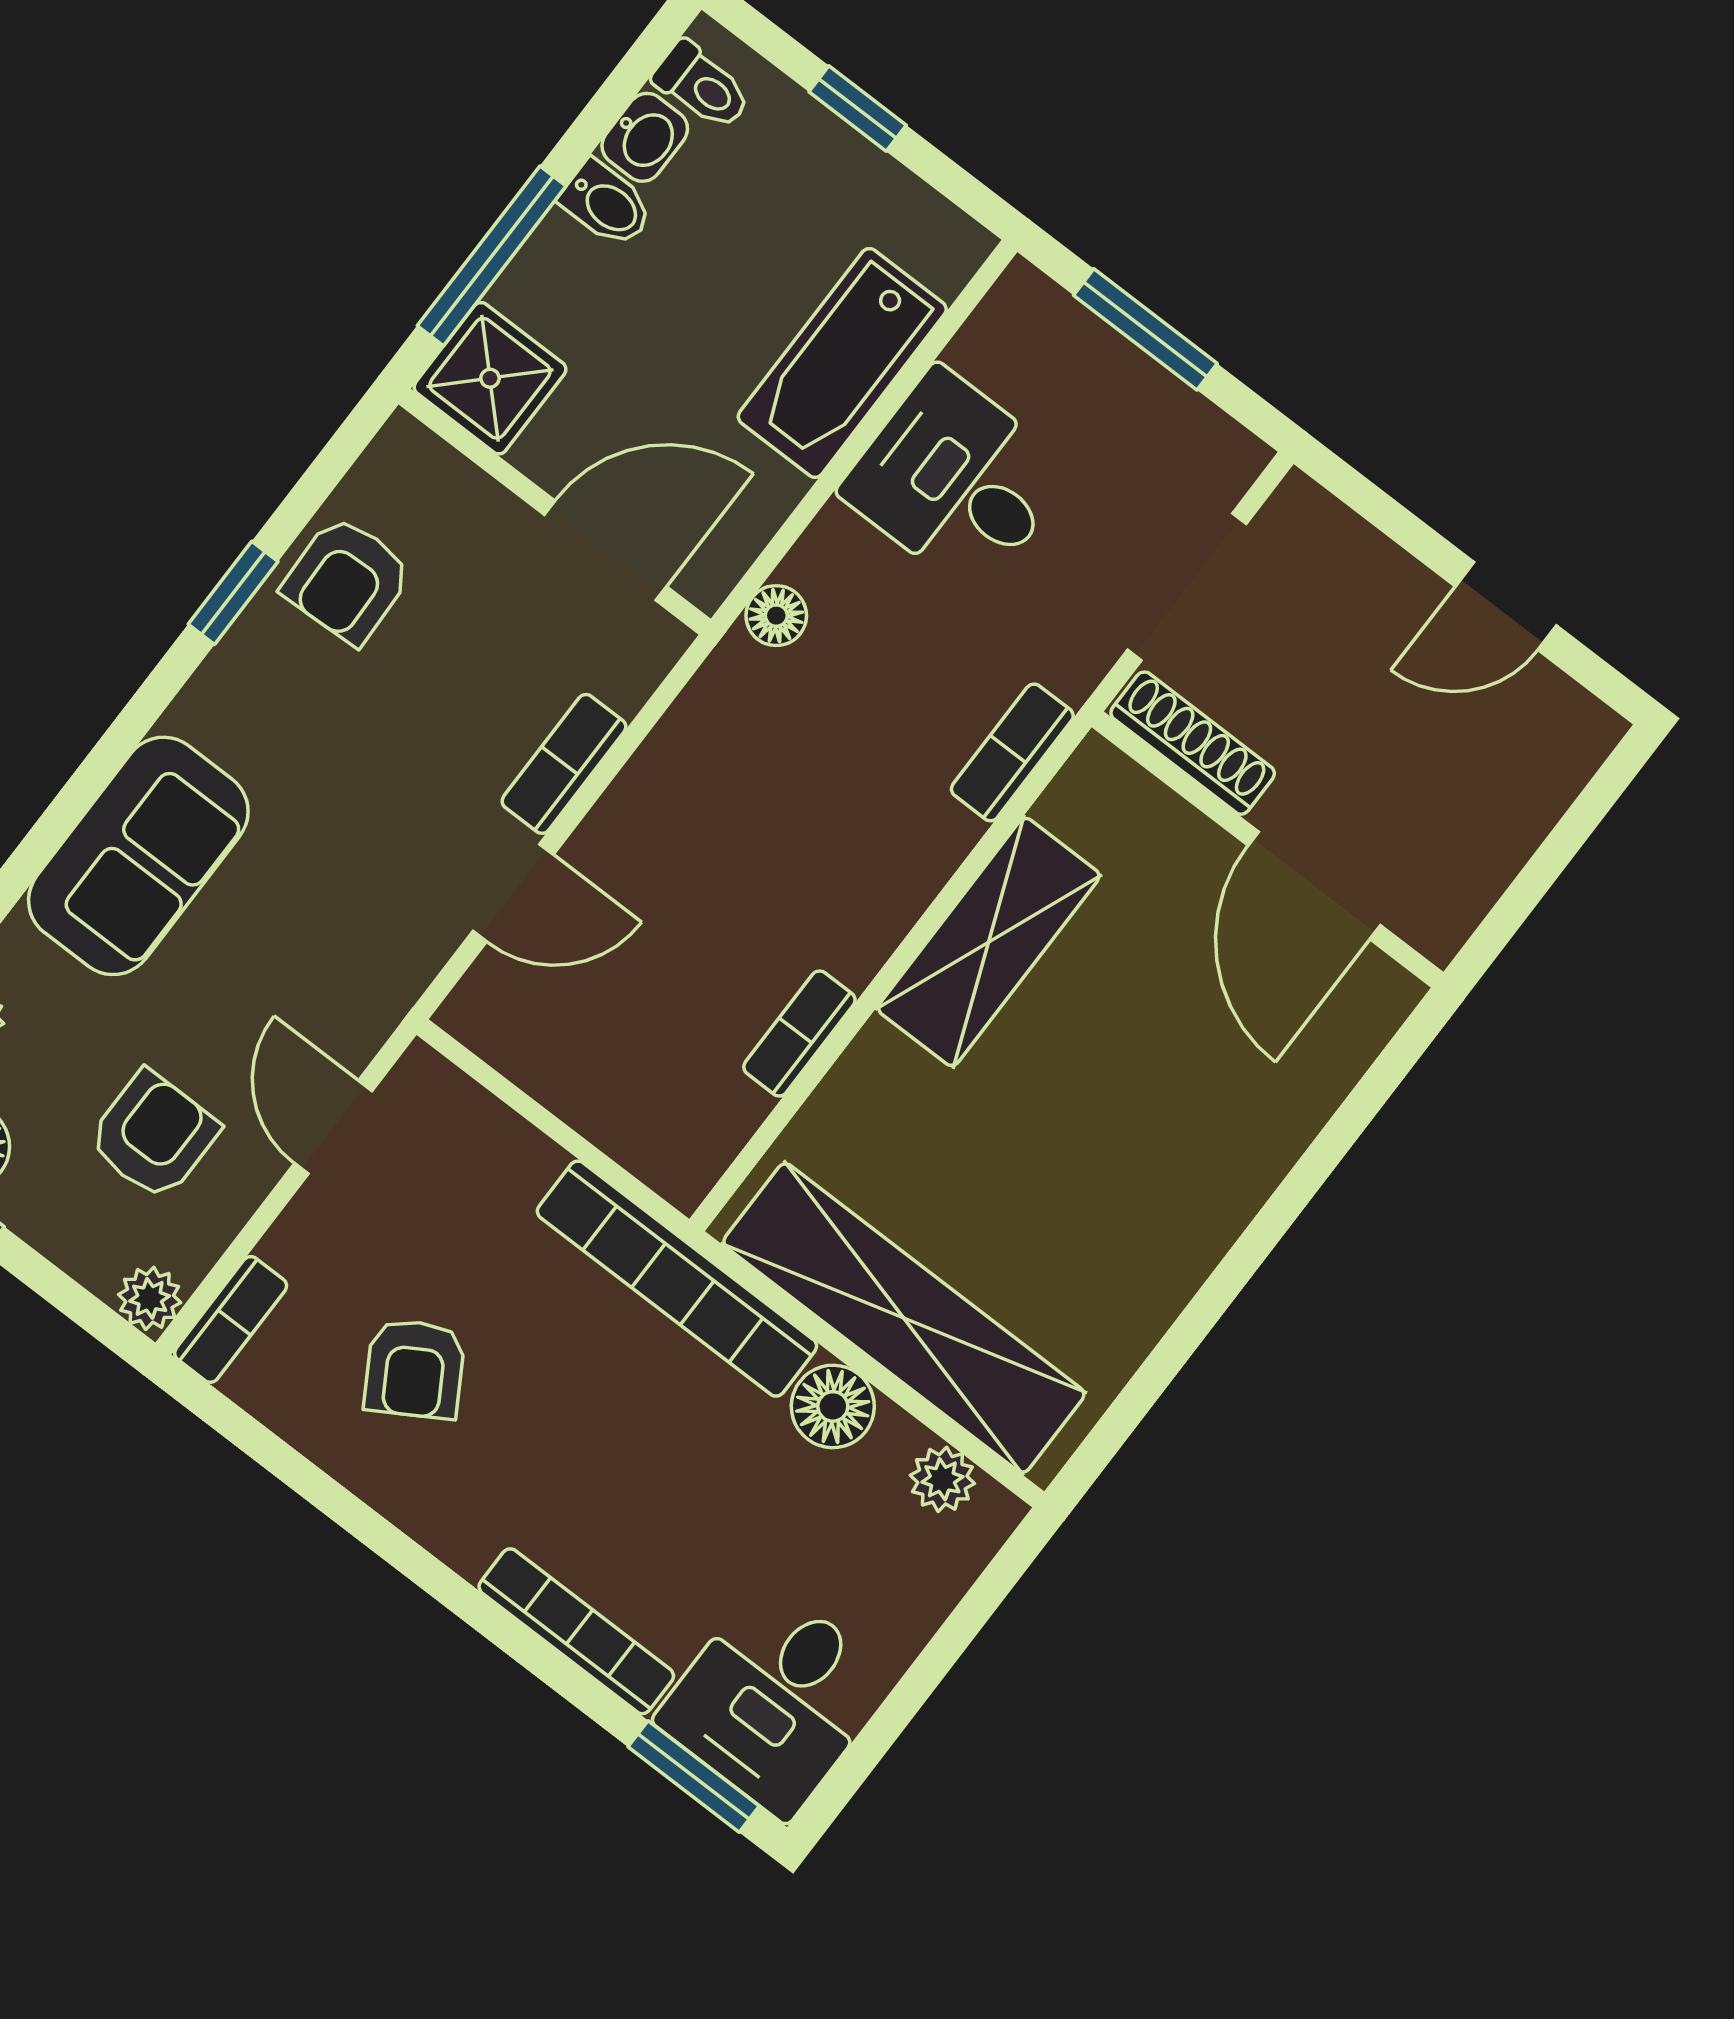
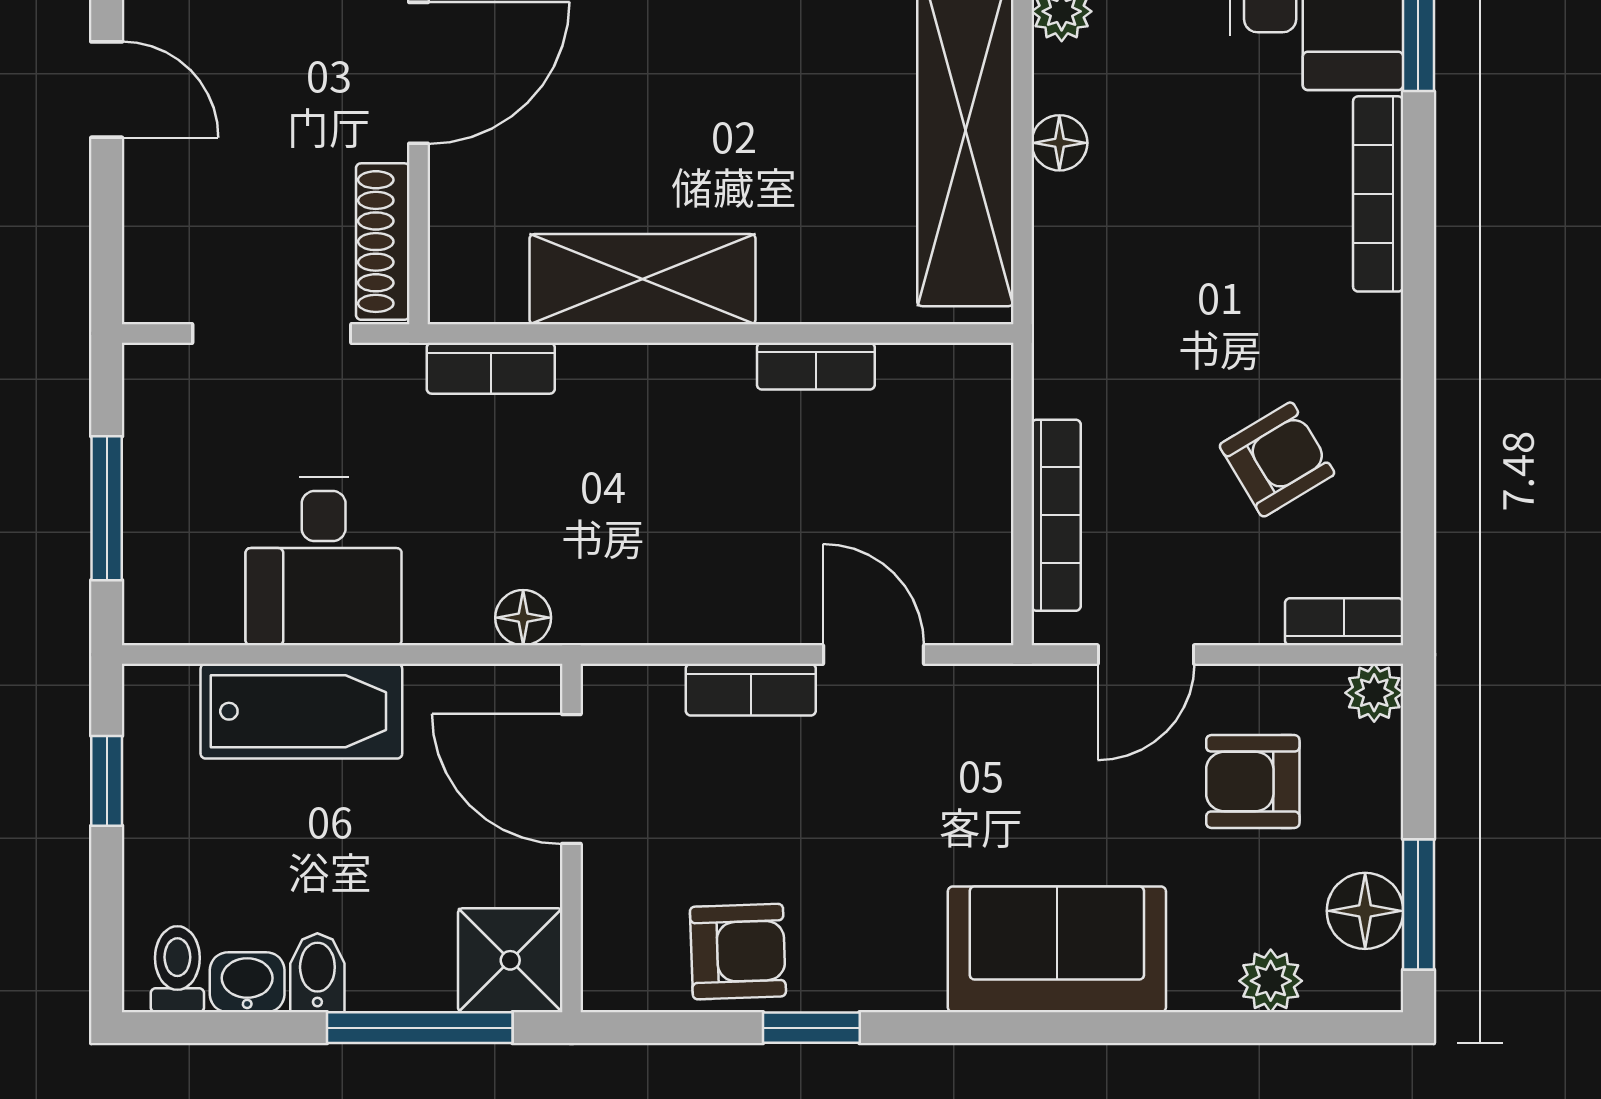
window: (858, 109) -> (107, 781), moved
bookcase: (677, 1279) -> (1056, 515), moved, width x0.68, depth x0.76
floor lamp: (833, 1406) -> (1059, 143), width x0.73, depth x0.73

